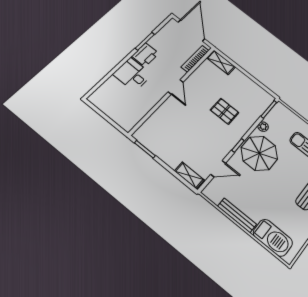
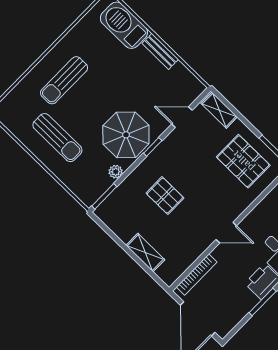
shelving: (221, 62) -> (145, 253), moved
door: (176, 87) -> (226, 233), swing flipped
pallet: (167, 138) -> (243, 161), added
bench: (237, 215) -> (160, 51), width x0.73

